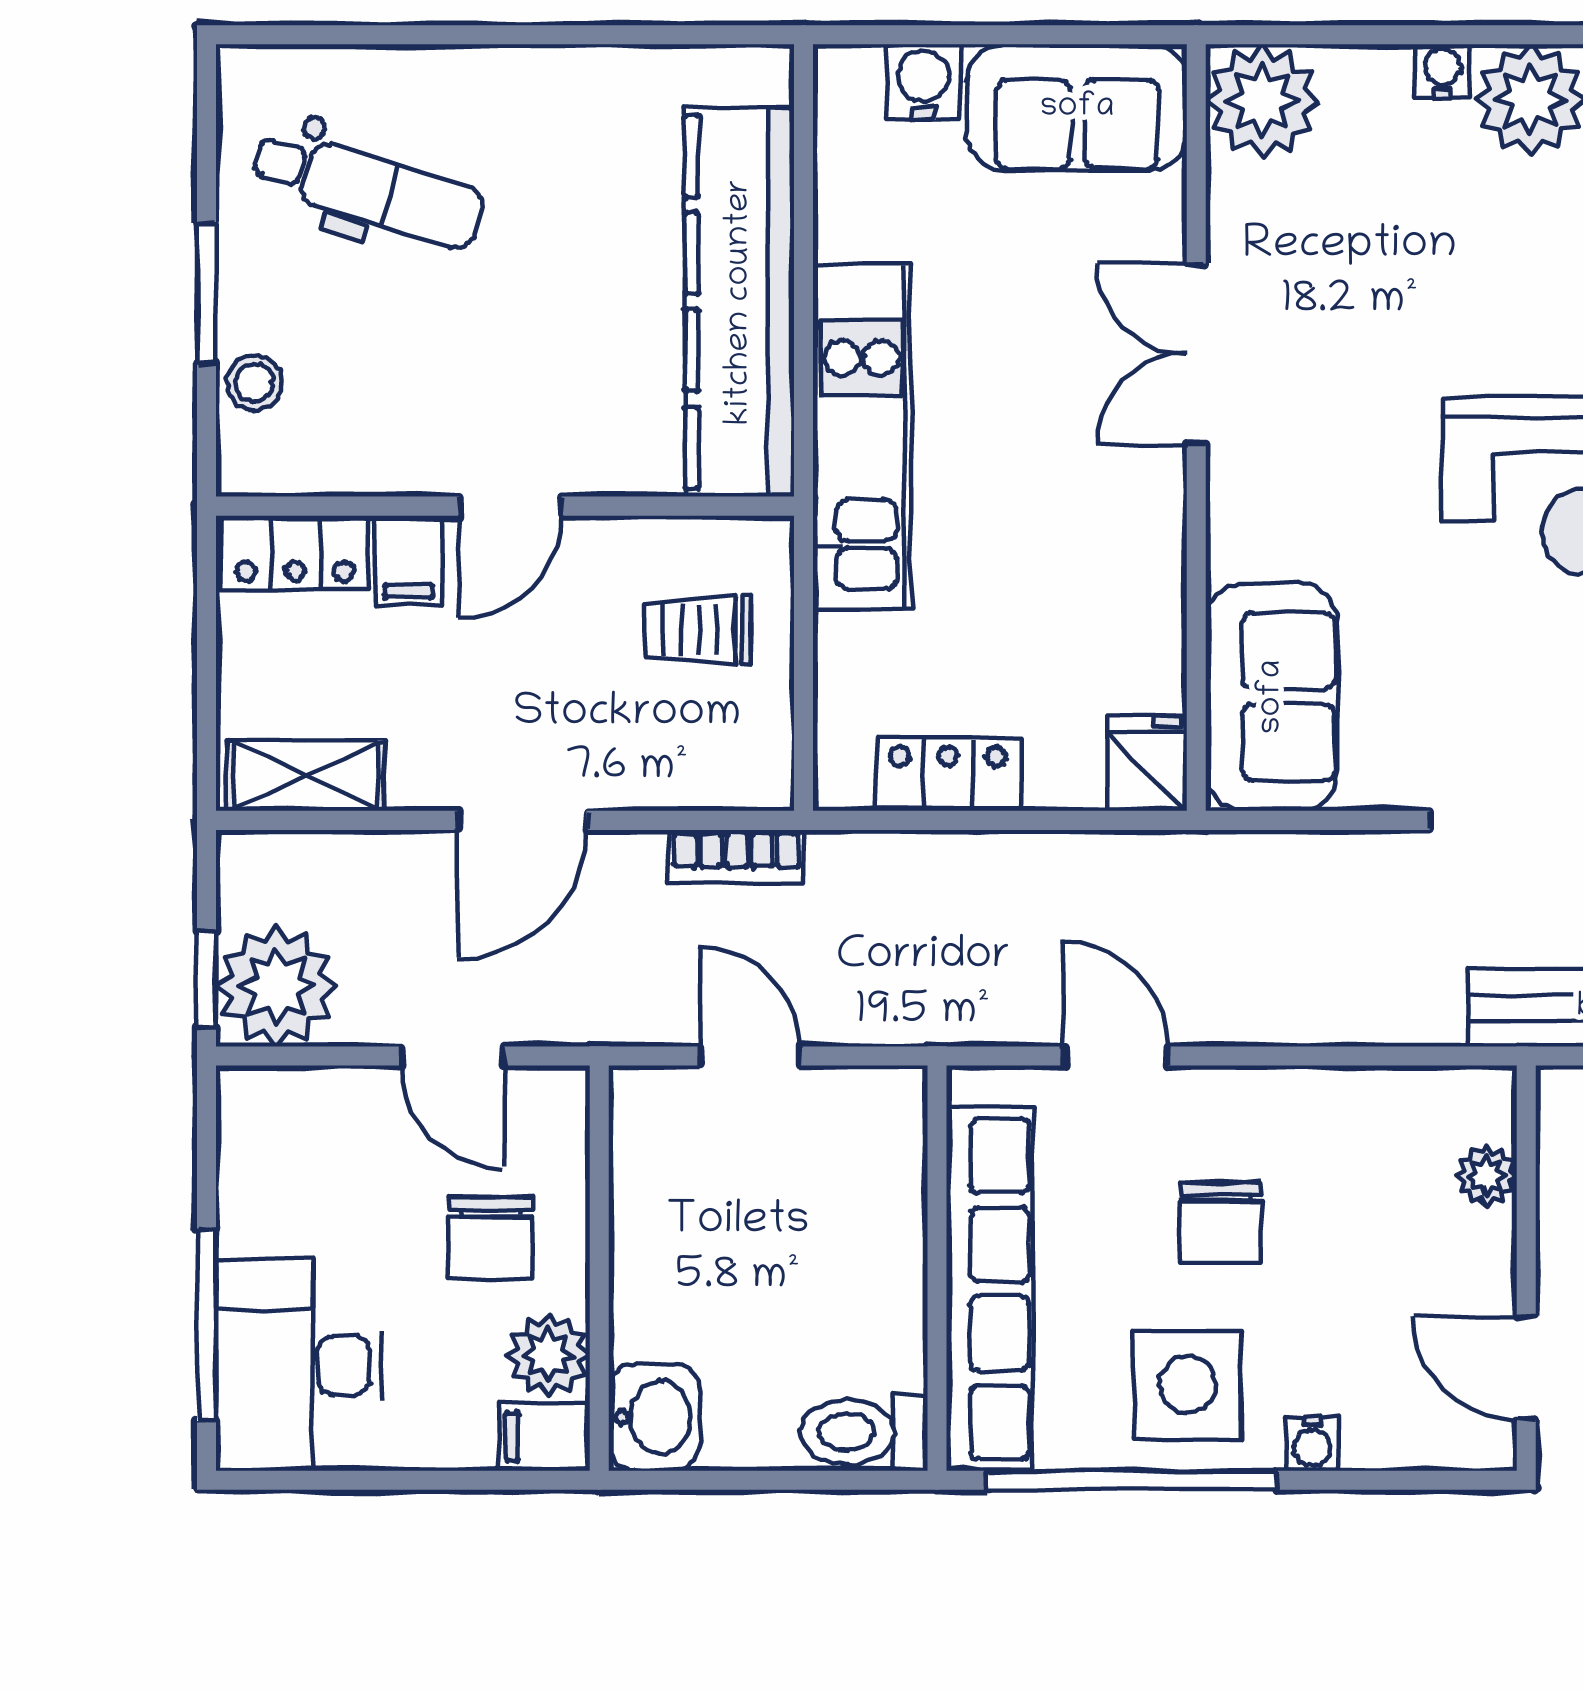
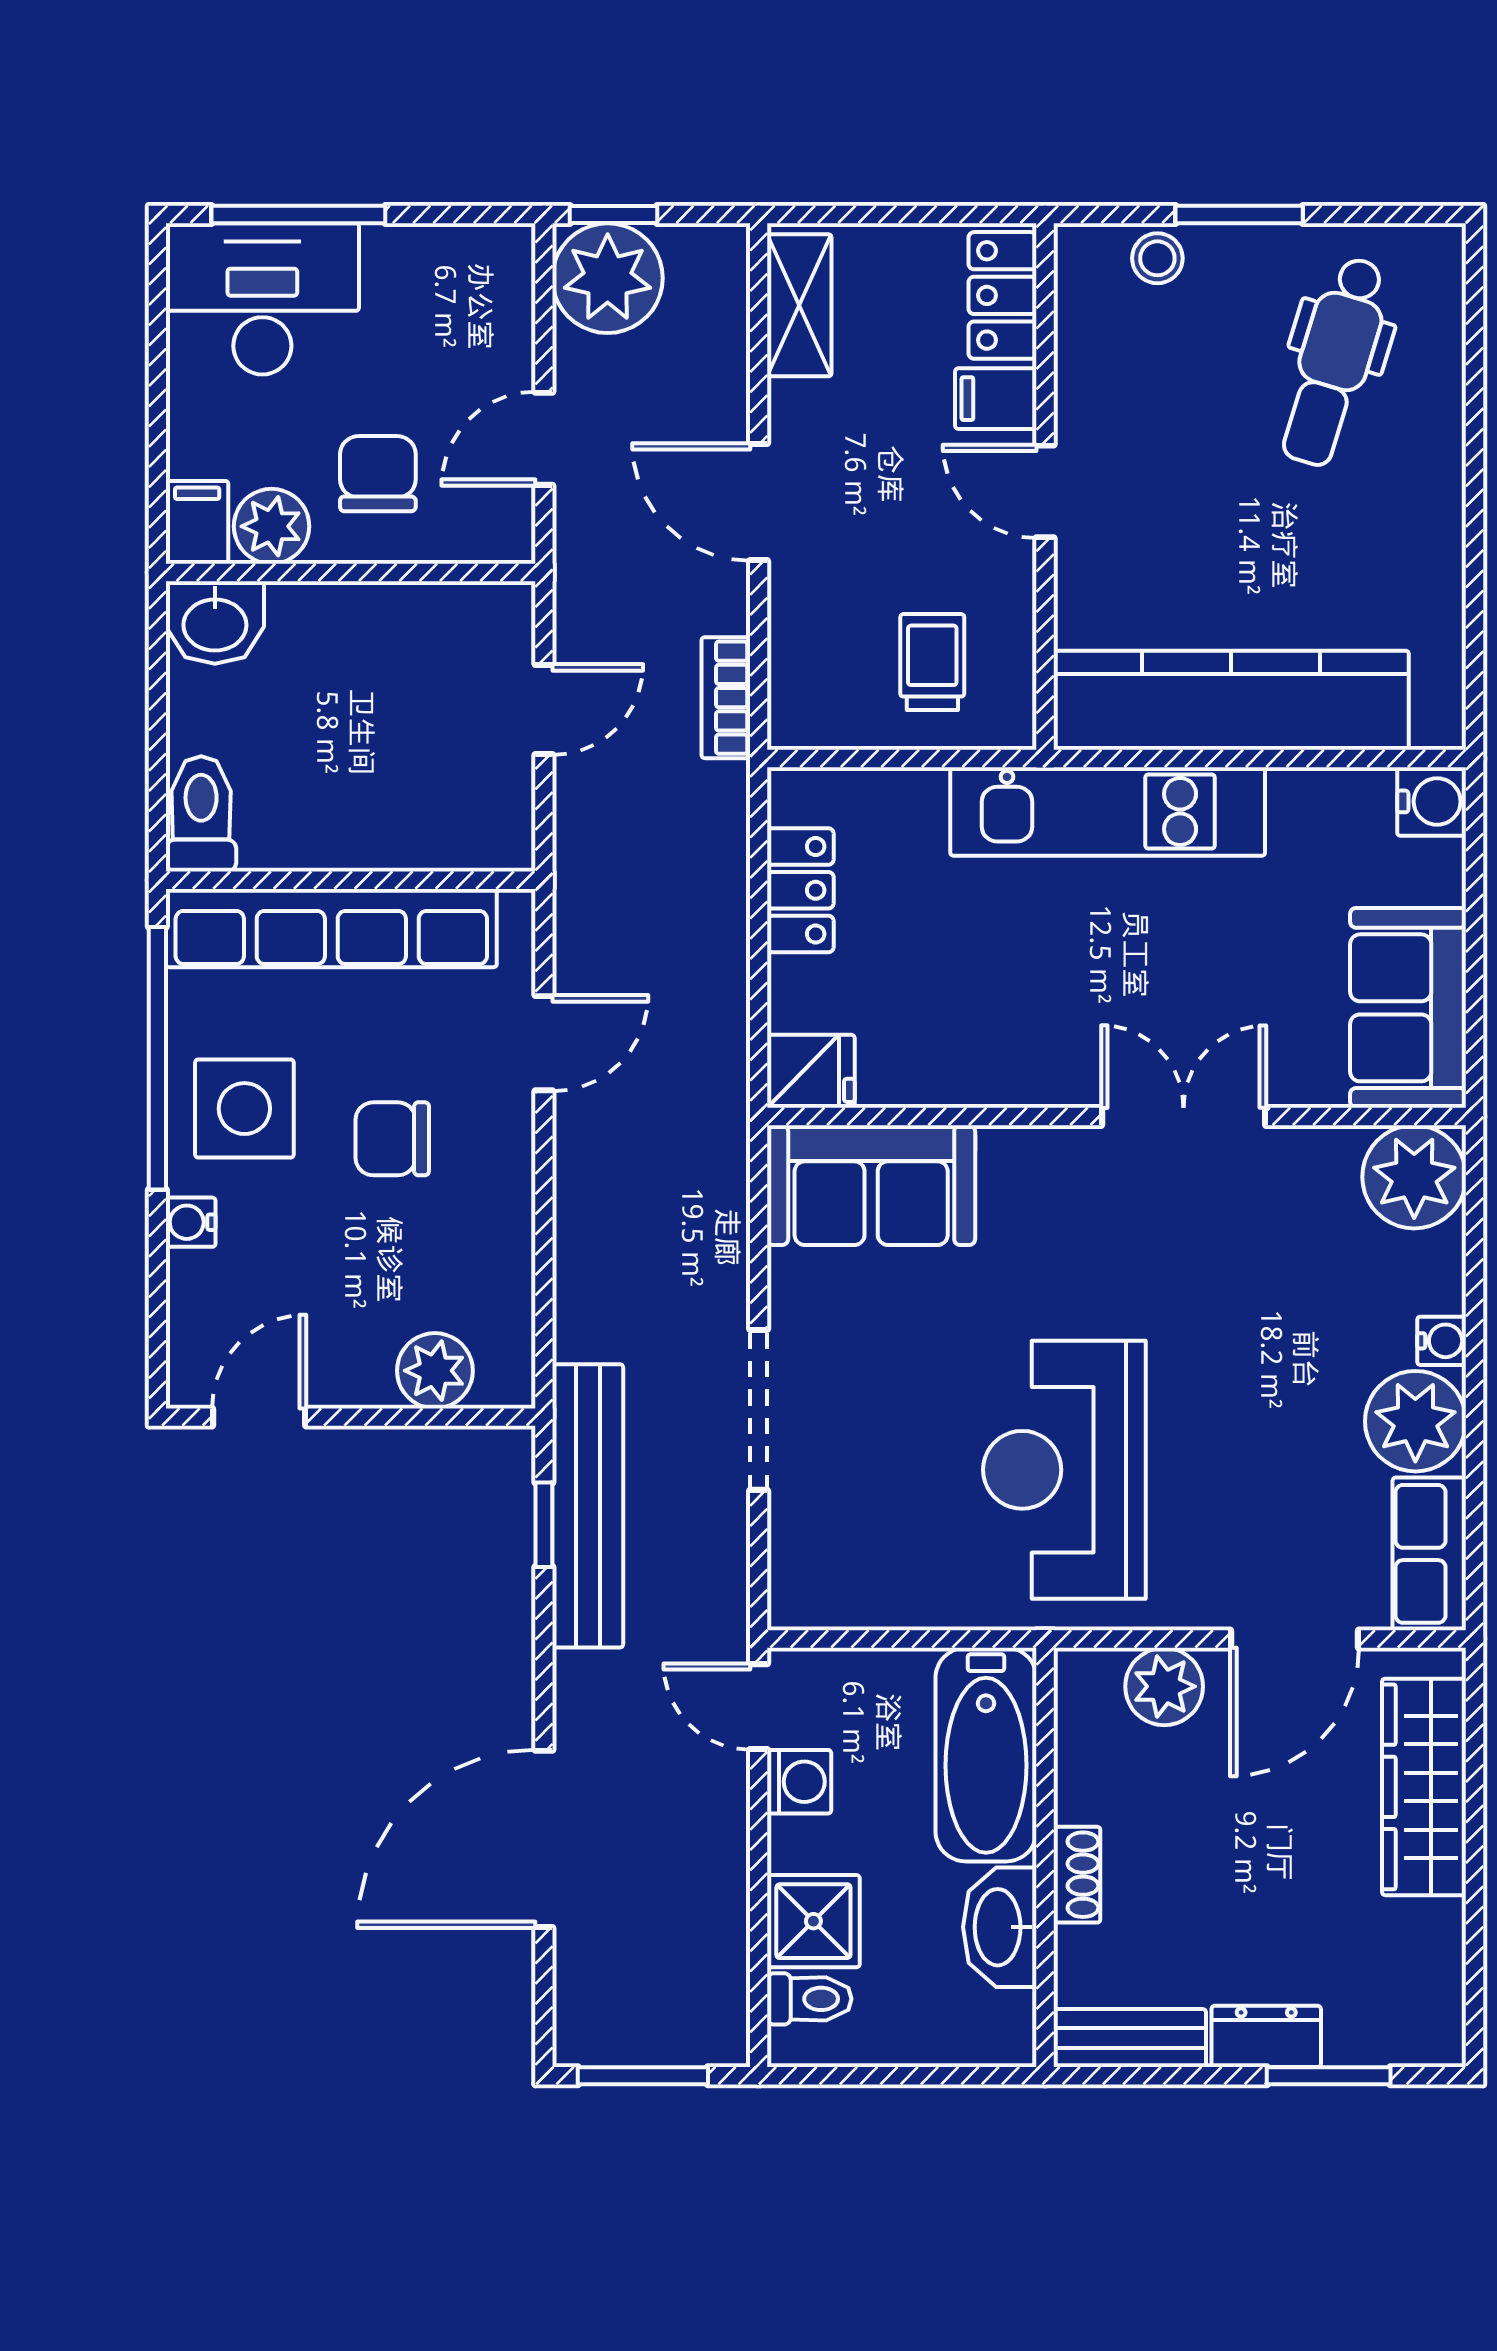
water cooler: (923, 82) -> (1432, 801), moved
plant: (1487, 1176) -> (435, 1371), width x1.38, depth x1.38
chair: (491, 1238) -> (378, 474), turned 90

